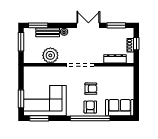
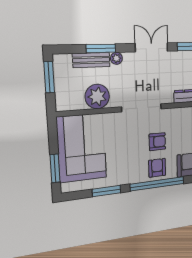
window: (38, 25) -> (101, 48), moved
corner sofa: (45, 101) -> (82, 148), moved, turned 90
window: (39, 118) -> (107, 191), moved

